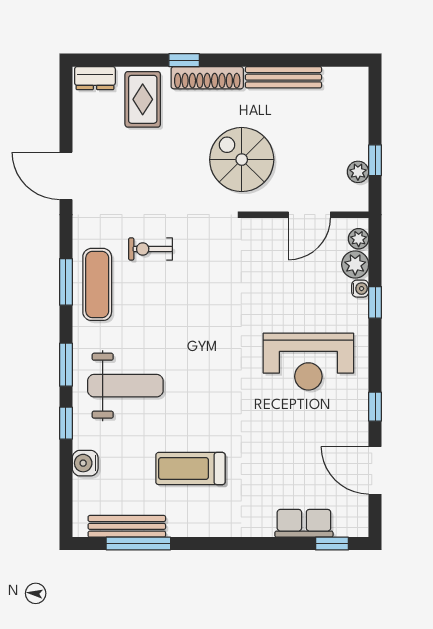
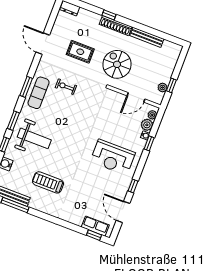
rug: (143, 99) -> (80, 52), moved, turned 90
row of seats: (304, 523) -> (95, 226), moved

